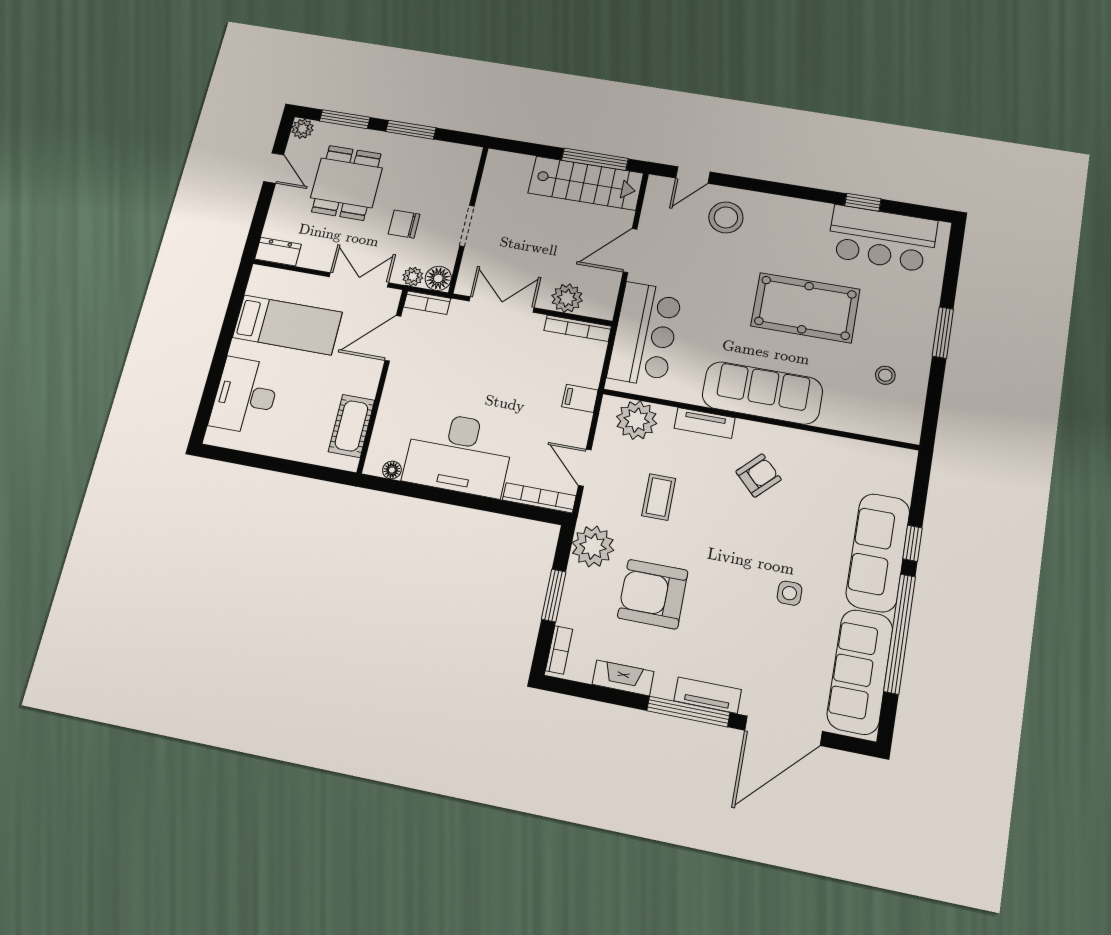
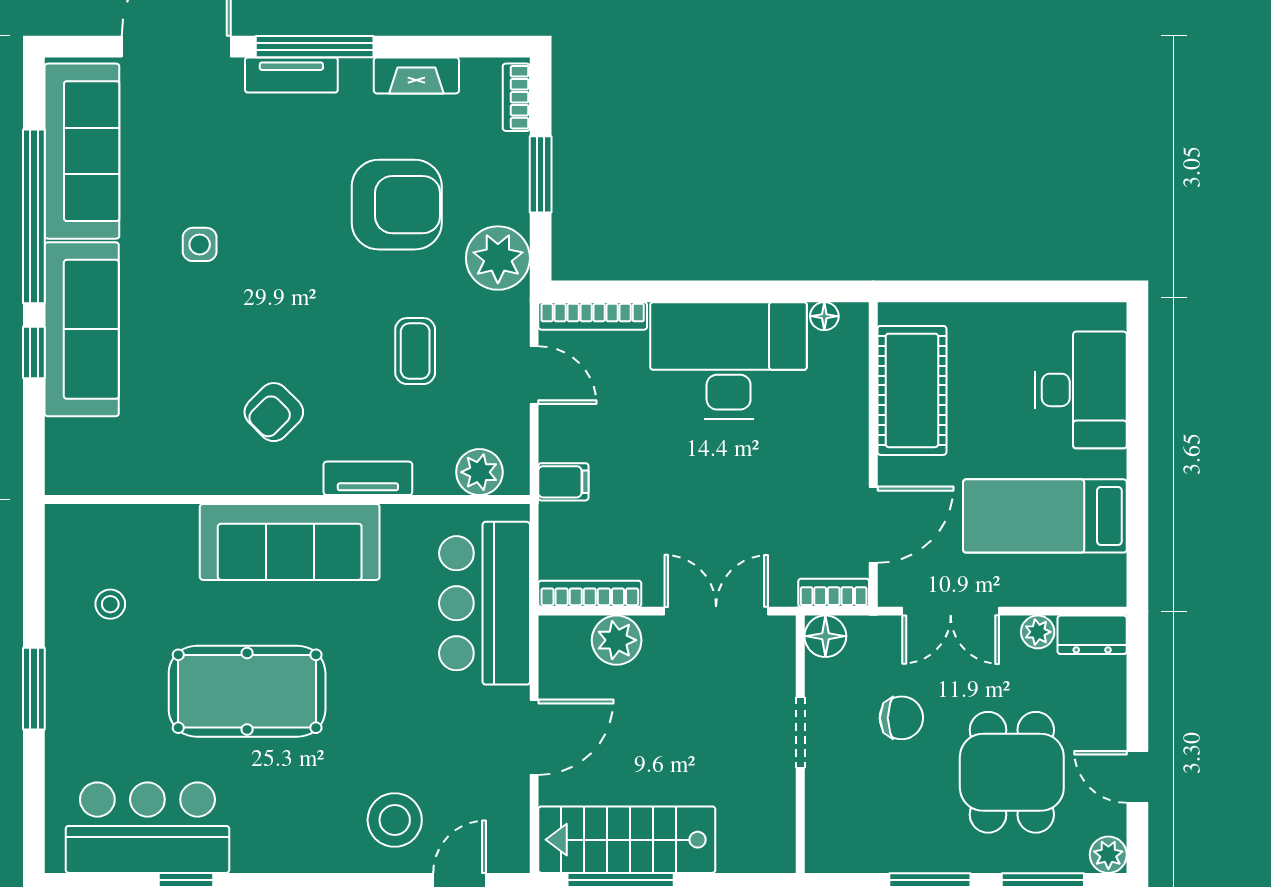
plant: (413, 277) -> (1038, 632), moved
double door: (502, 304) -> (716, 611), swing flipped
plant: (637, 420) -> (479, 472), width x0.73, depth x0.73
cot: (351, 426) -> (912, 390), width x1.37, depth x1.34

